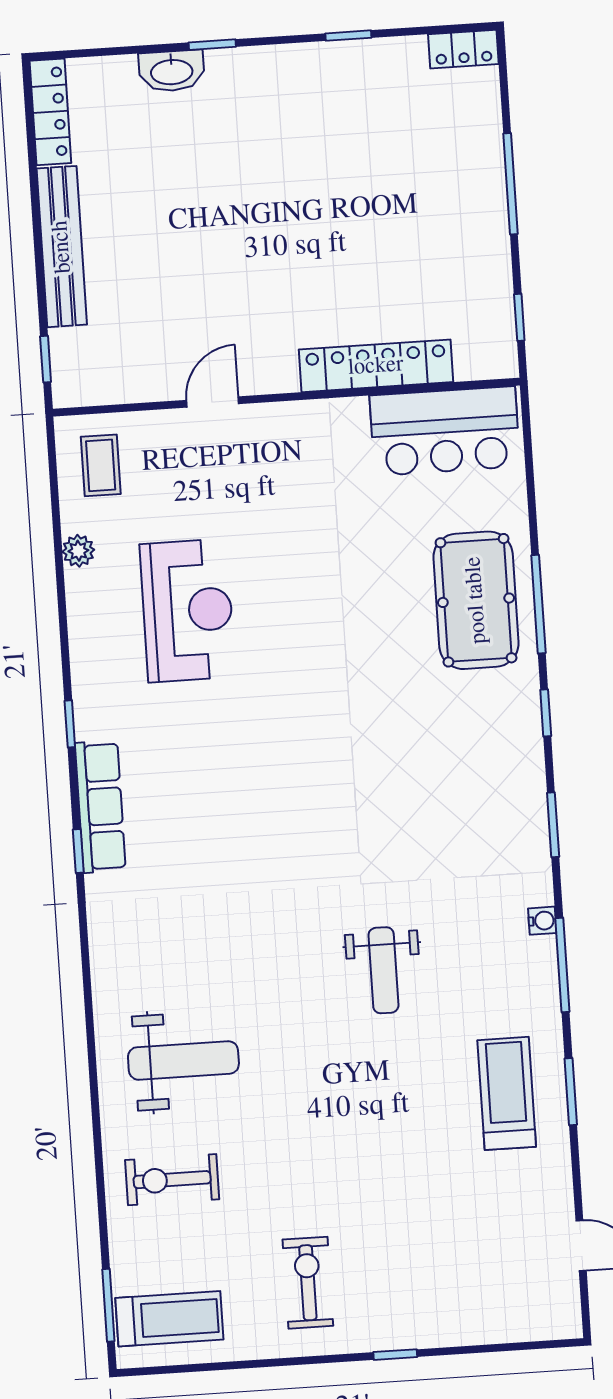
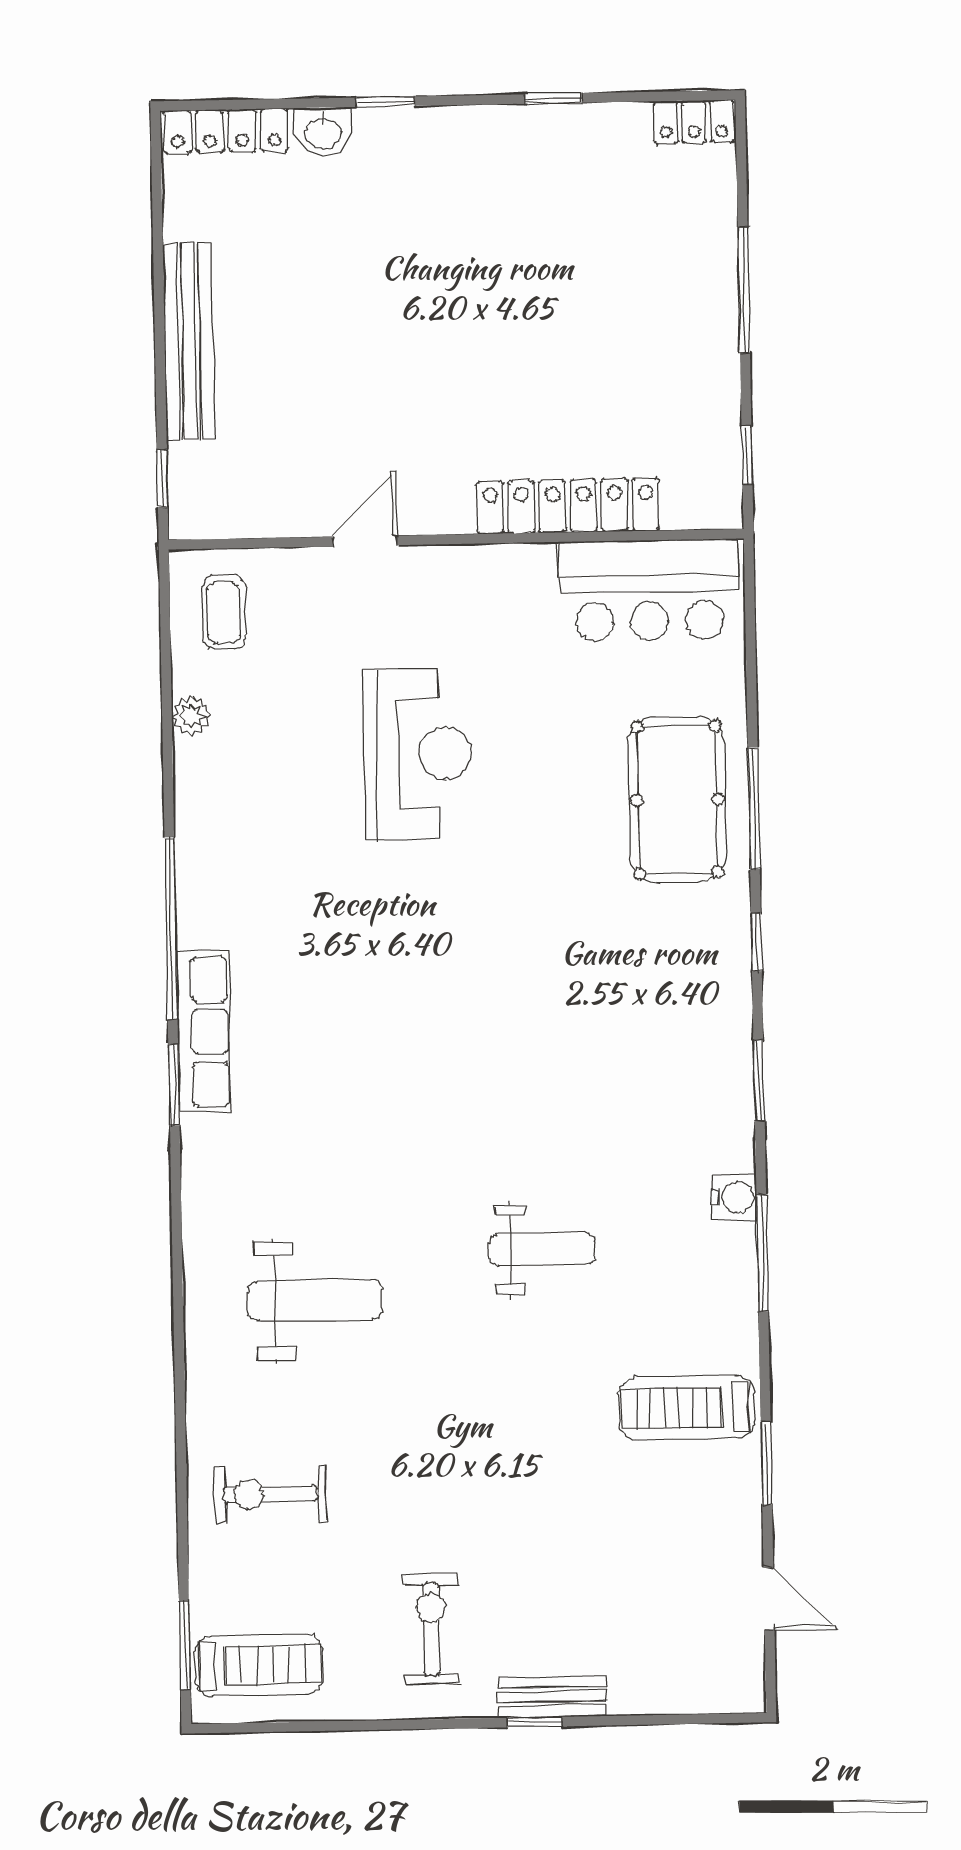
washbasin: (172, 71) -> (323, 132), width x0.72
locker: (50, 112) -> (226, 131), moved, turned 90
reception desk: (188, 611) -> (417, 754), moved
window: (70, 724) -> (171, 928), width x3.17
window: (78, 851) -> (174, 1085), width x1.50
water cooler: (542, 921) -> (734, 1198), width x1.38, depth x1.38
weight bench: (383, 970) -> (542, 1249), turned -90
weight bench: (183, 1060) -> (315, 1300), moved
window: (571, 1092) -> (766, 1463), moved
treadmill: (507, 1093) -> (686, 1408), turned -90
bench: (409, 1333) -> (552, 1697), added

